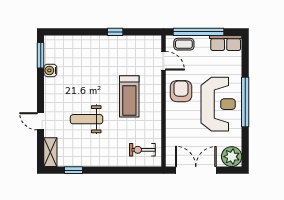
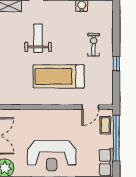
armchair: (181, 91) -> (63, 123), removed
treadmill: (129, 96) -> (59, 76), width x1.37, depth x1.38
exercise bike: (142, 150) -> (94, 45), moved

